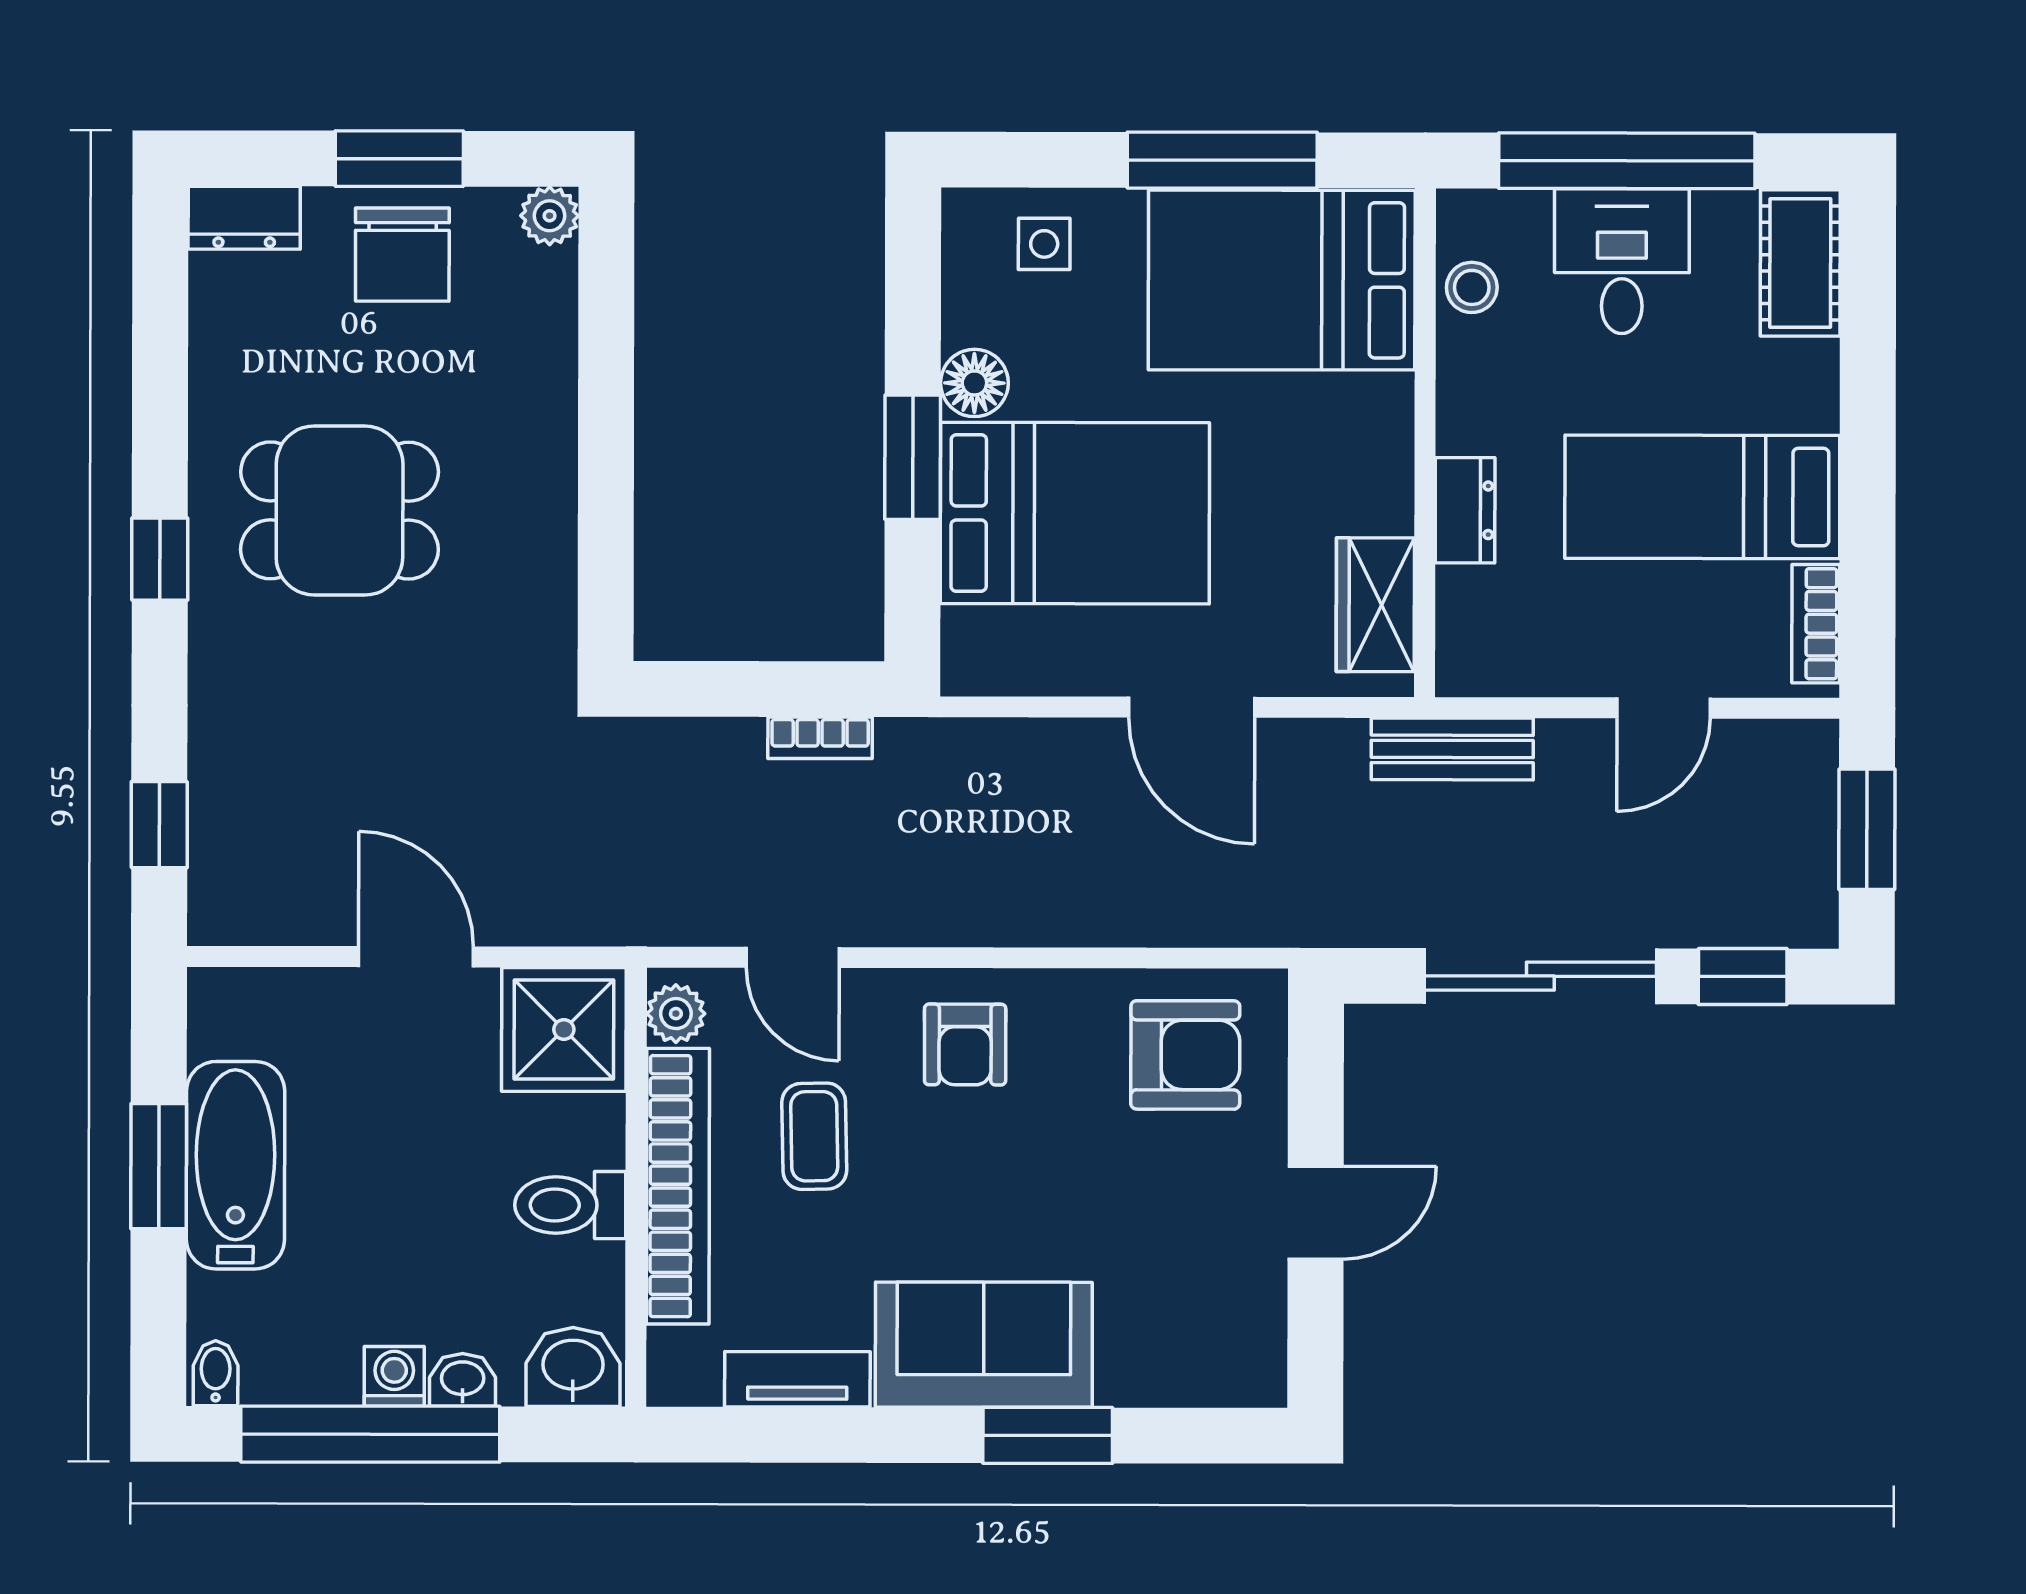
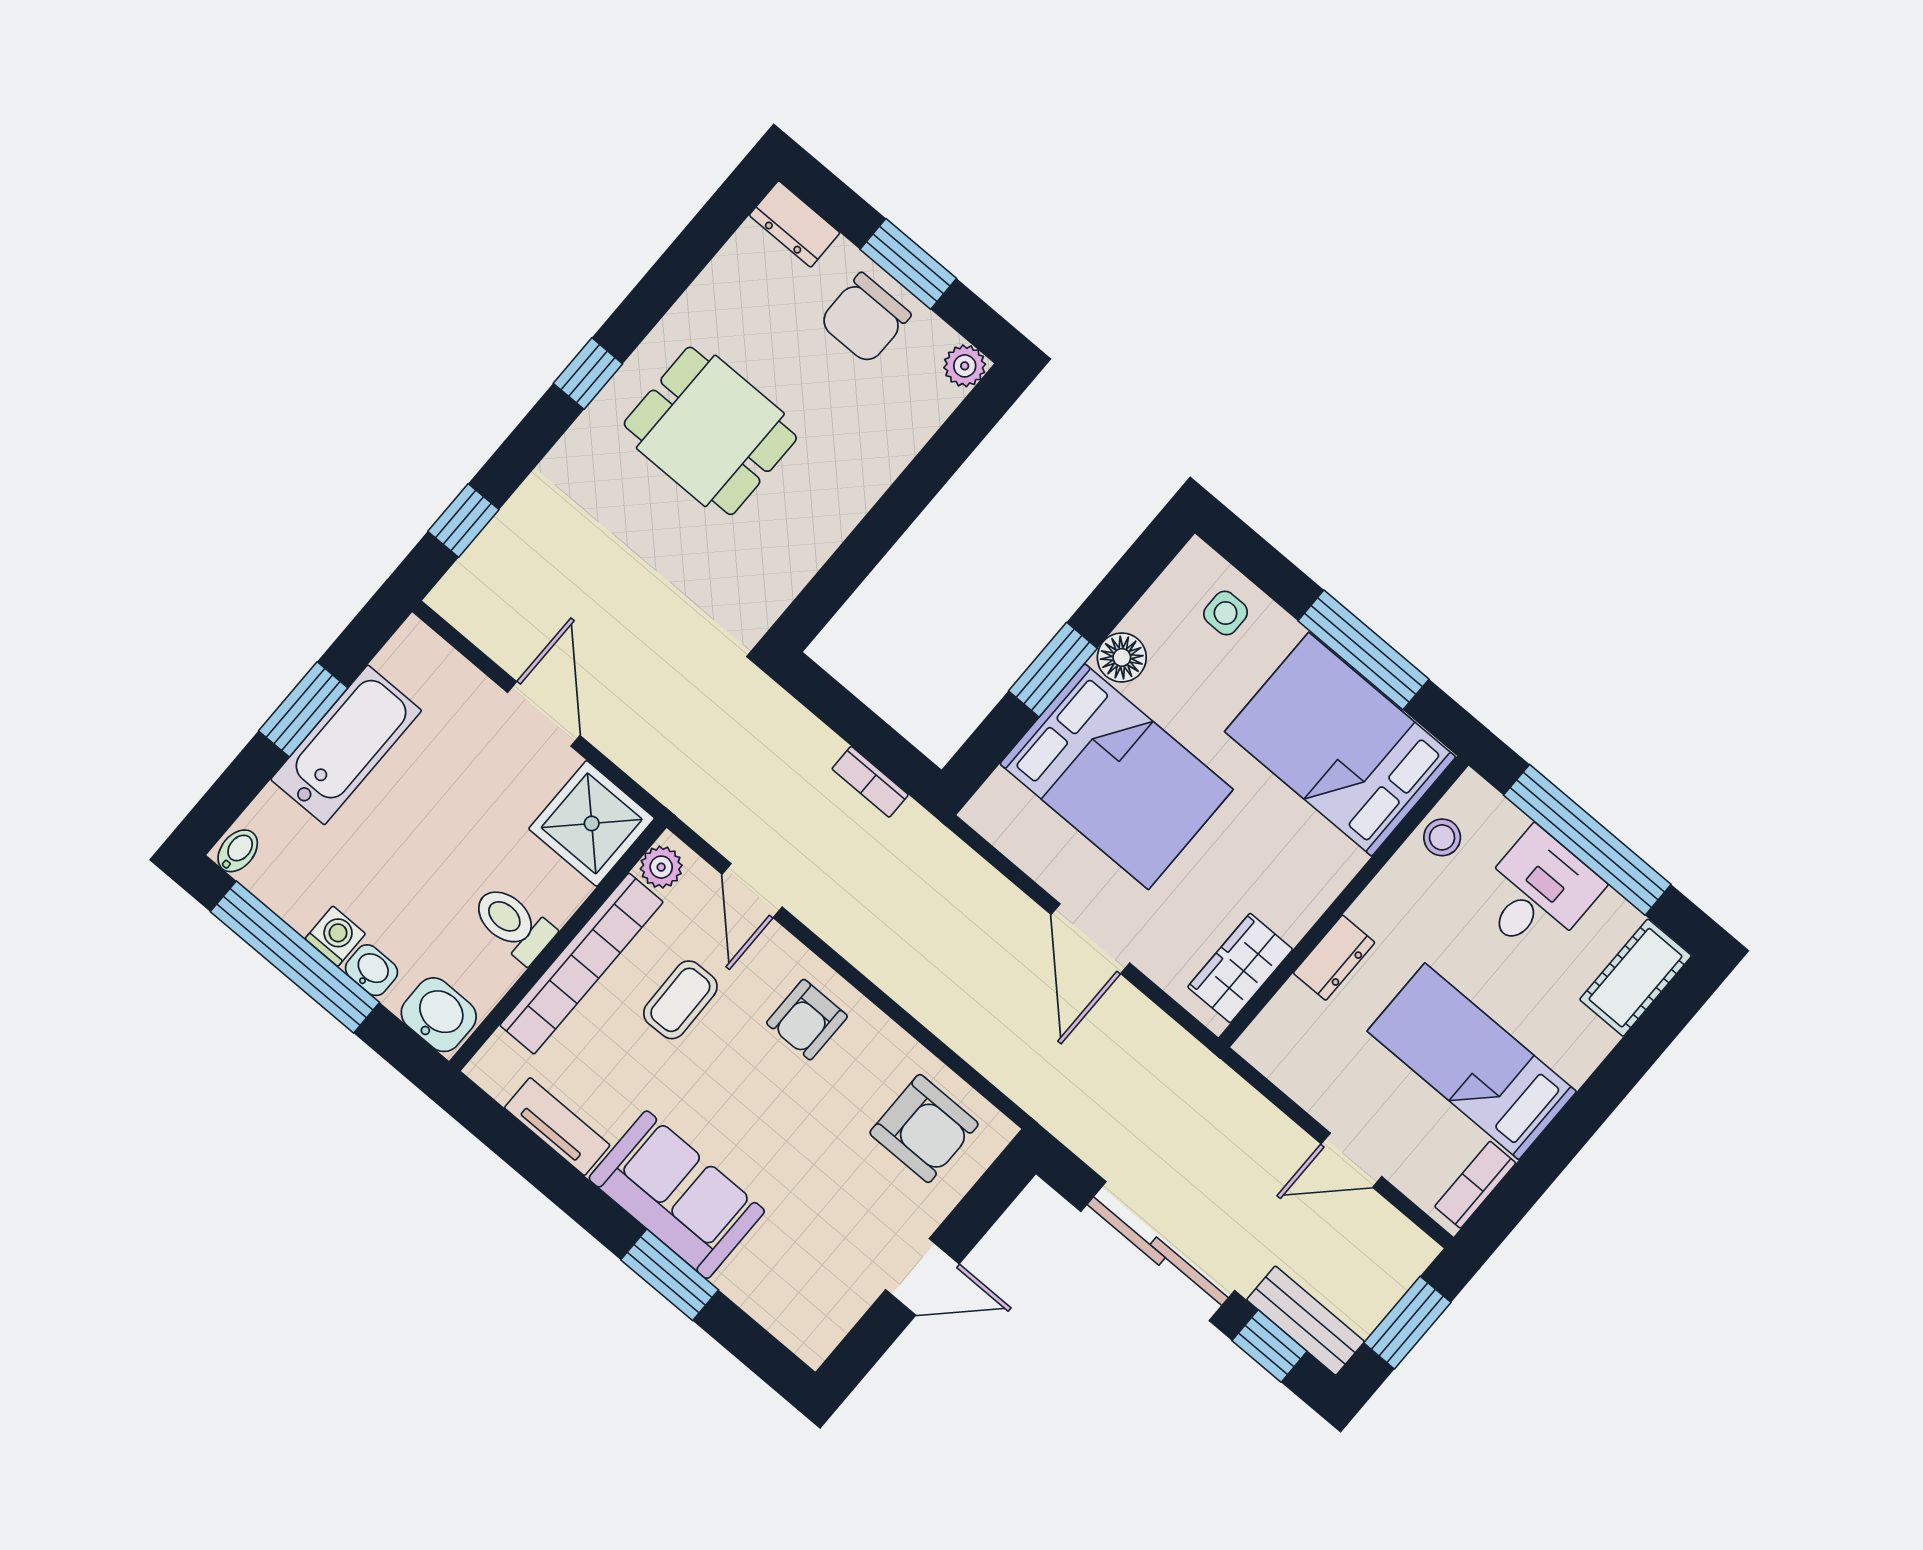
bench: (1452, 749) -> (1306, 1321), moved

